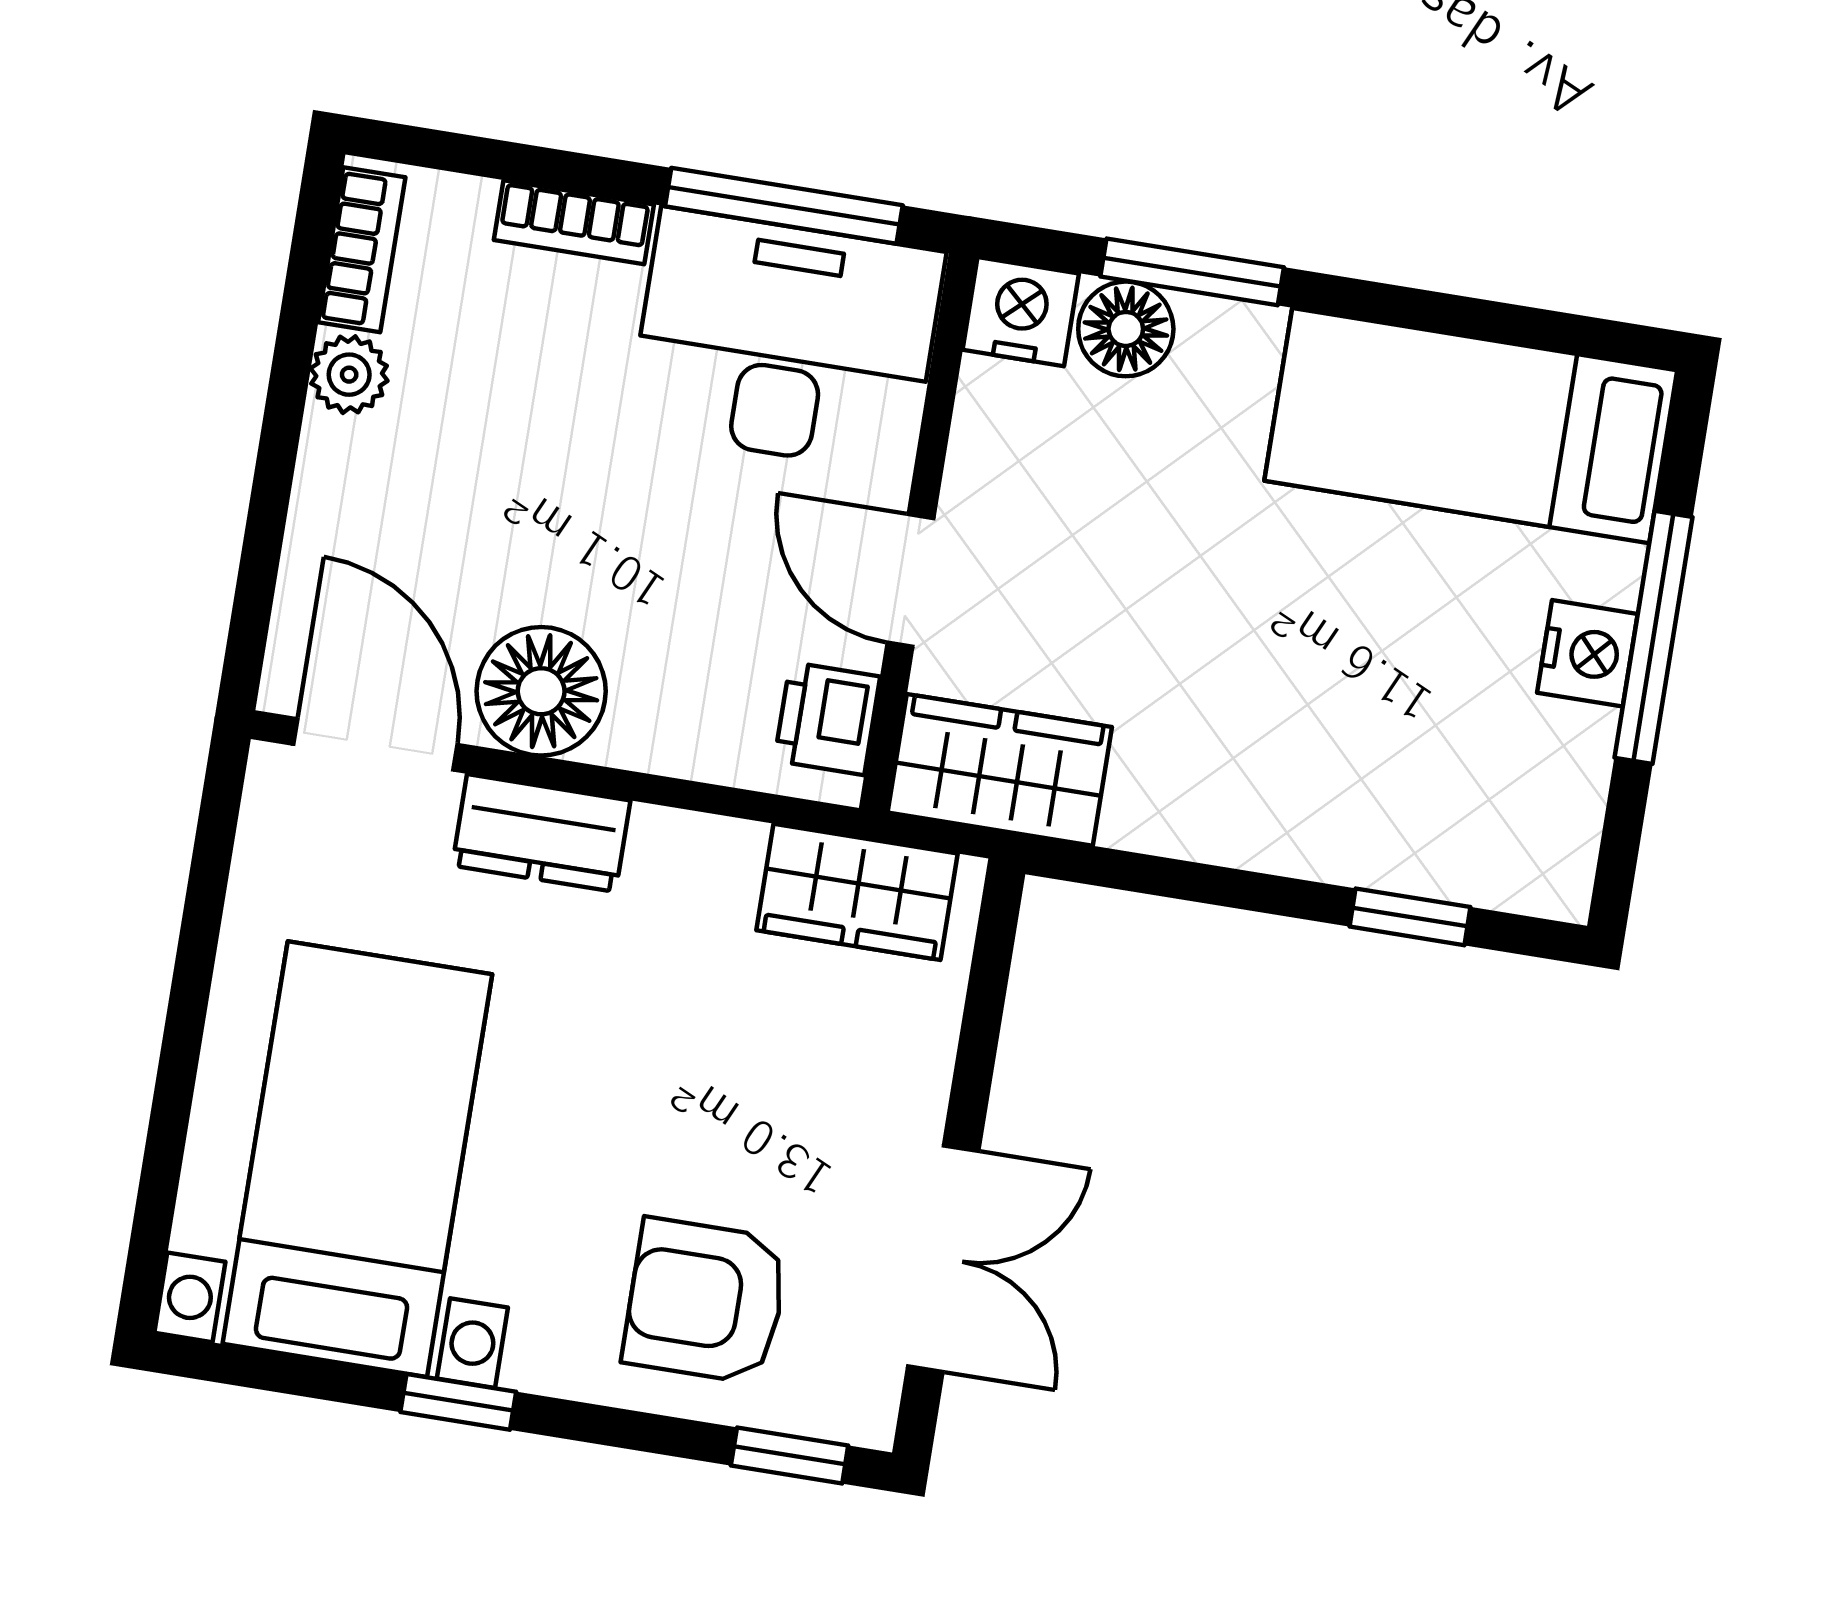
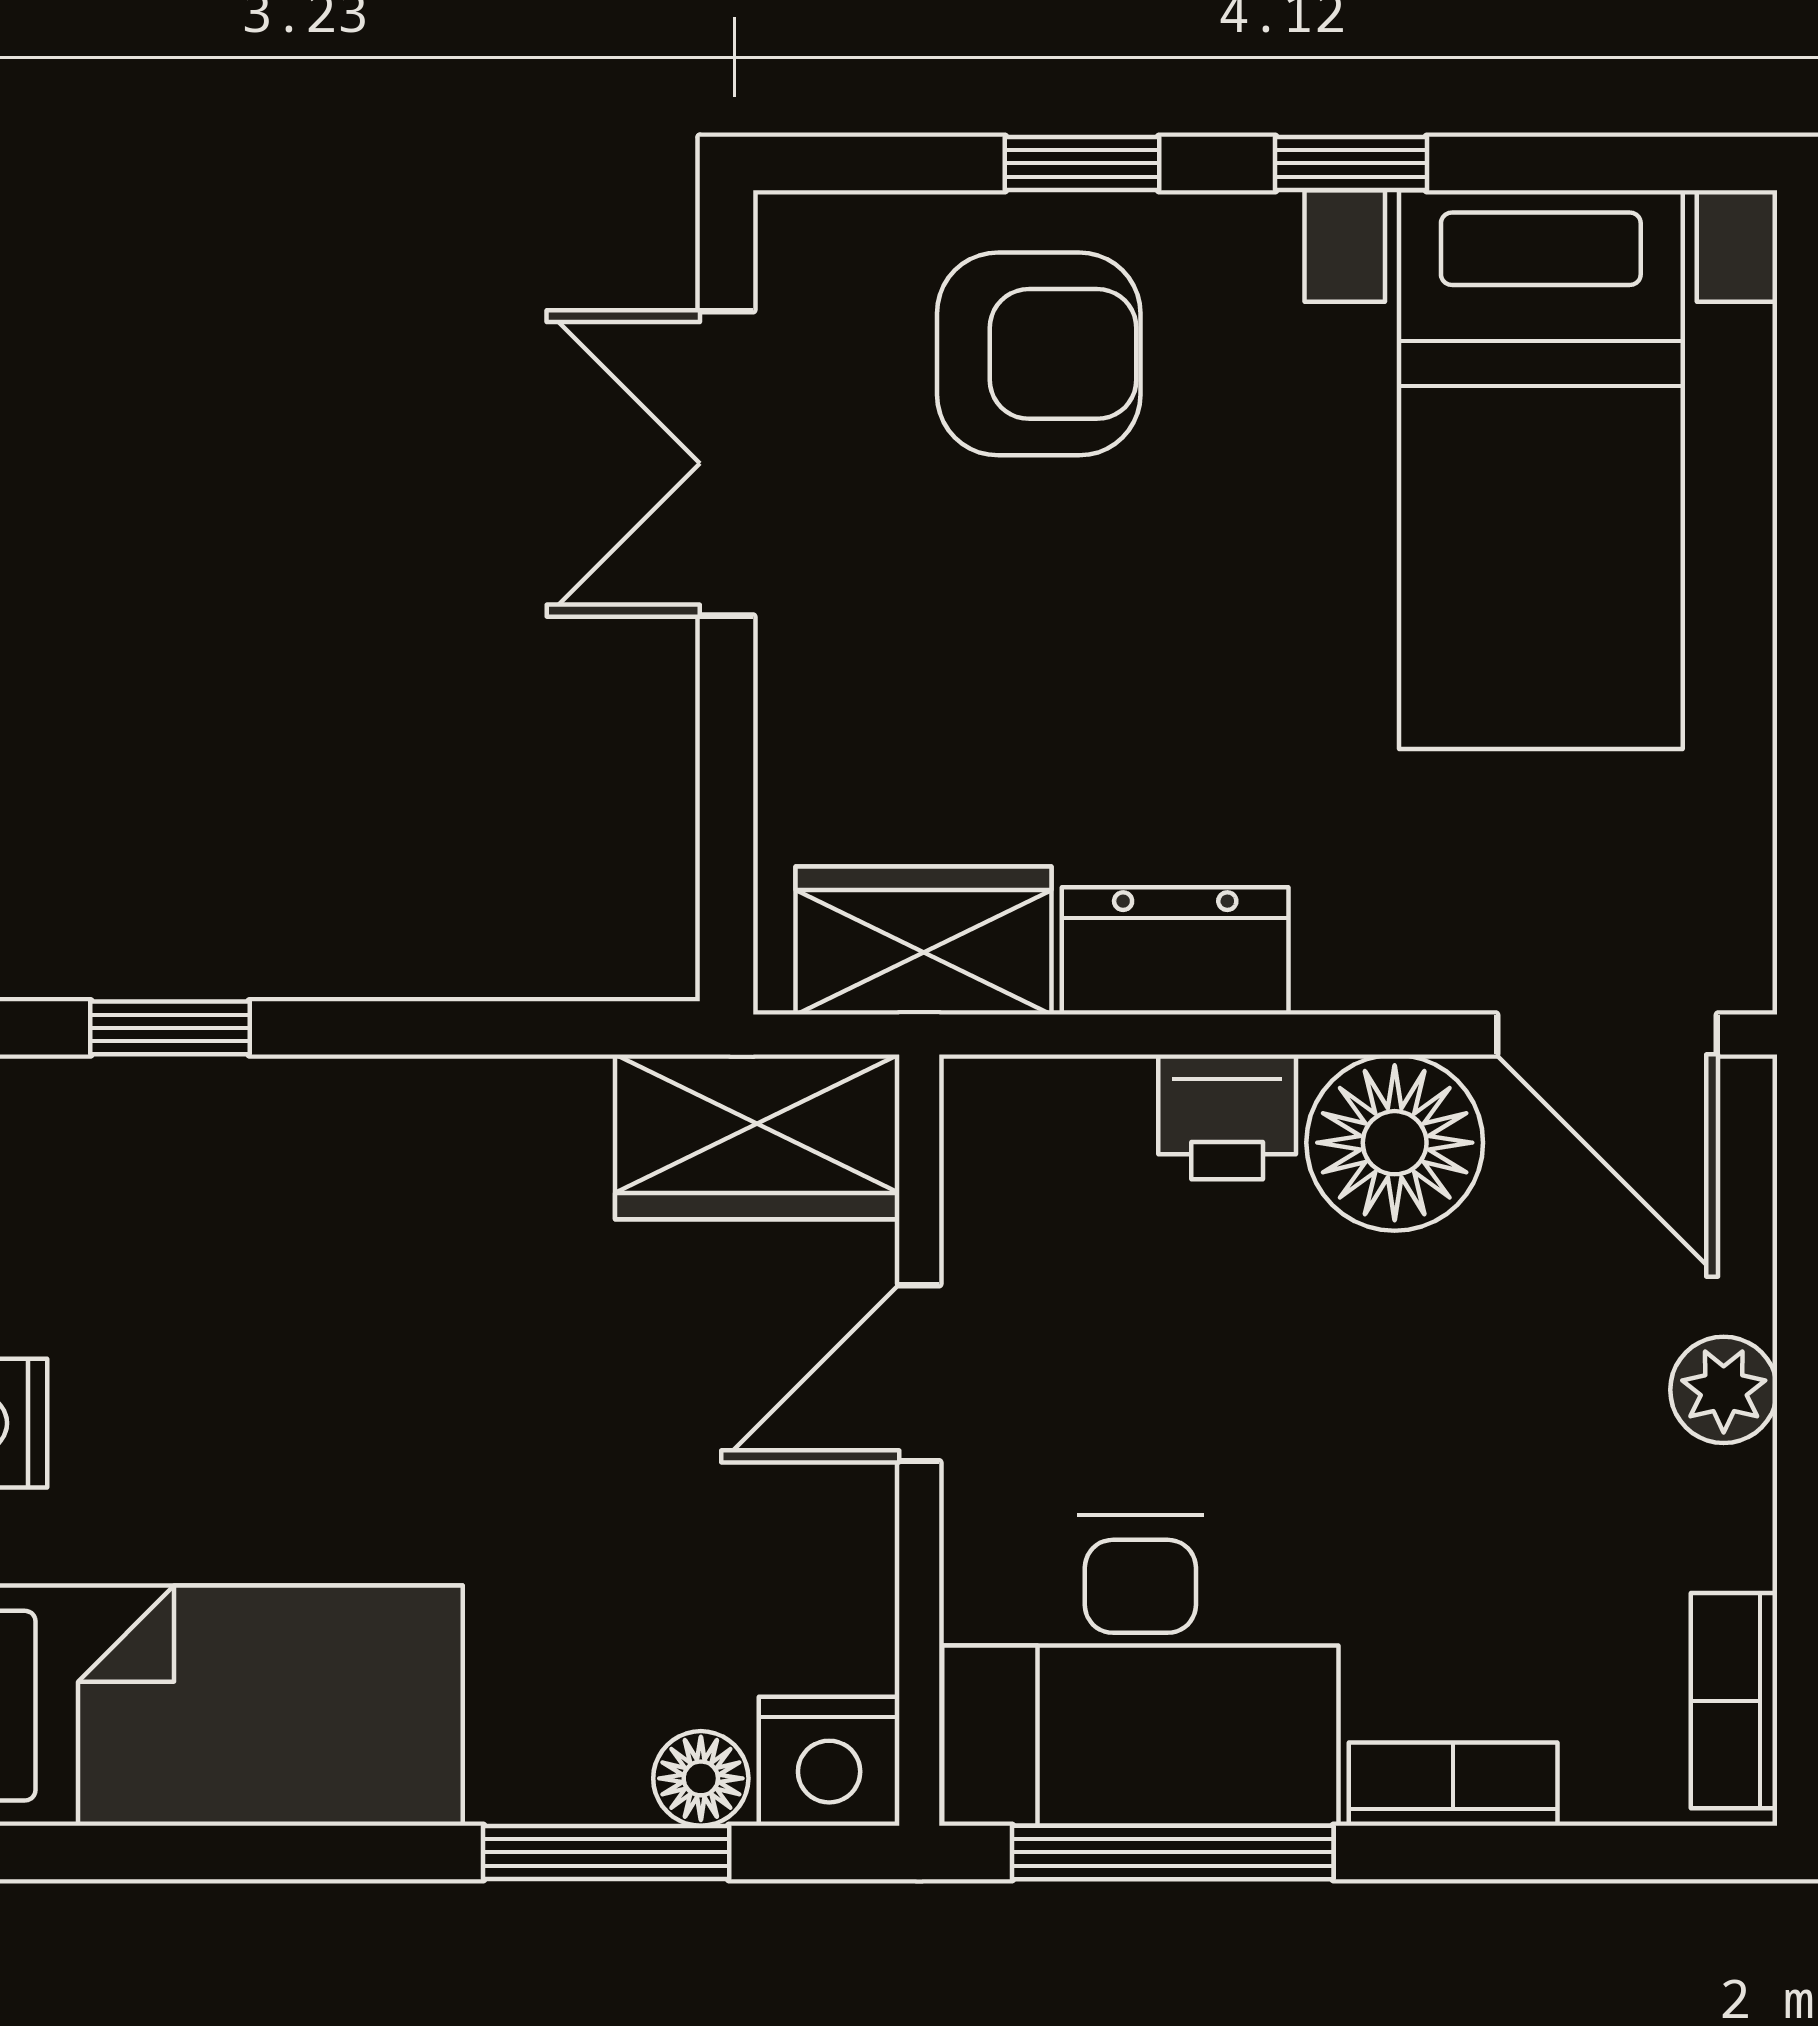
floor lamp: (1126, 329) -> (701, 1778), width x0.73, depth x0.73
plant: (349, 375) -> (1724, 1390), moved
door: (911, 581) -> (919, 1373), swing flipped
printer: (827, 719) -> (1227, 1117), moved, turned 90
dresser: (541, 833) -> (1175, 951), moved
window: (790, 1455) -> (1082, 163), moved

